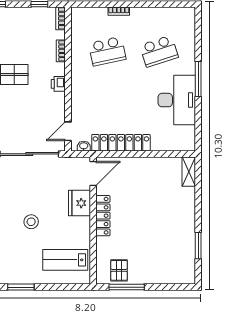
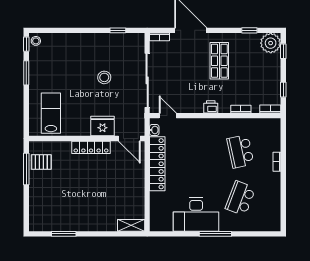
school desk: (159, 51) -> (240, 198), turned 39
stool: (31, 222) -> (104, 77), moved

